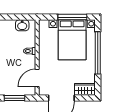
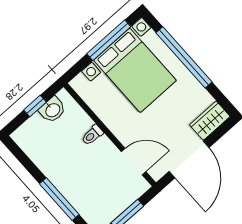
window: (16, 17) -> (35, 106), added
door: (37, 78) -> (134, 162), swing flipped

